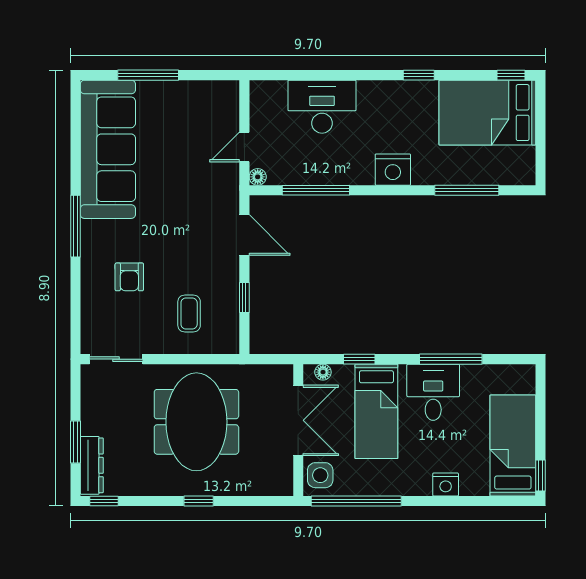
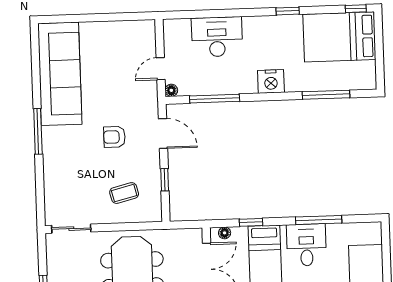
window: (148, 75) -> (88, 18), removed
armchair: (129, 277) -> (114, 137), moved, turned 90
coffee table: (189, 313) -> (124, 193), turned 76

